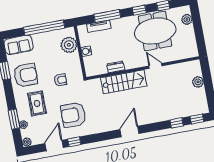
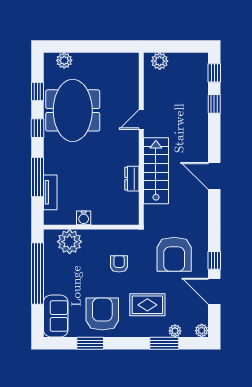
door: (156, 66) -> (141, 119), moved
dresser: (116, 67) -> (132, 179), moved
wall: (143, 68) -> (141, 139), moved
stairs: (124, 82) -> (156, 171), moved

